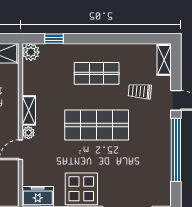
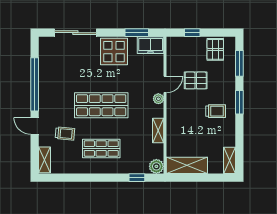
shelving: (29, 110) -> (158, 131), moved

